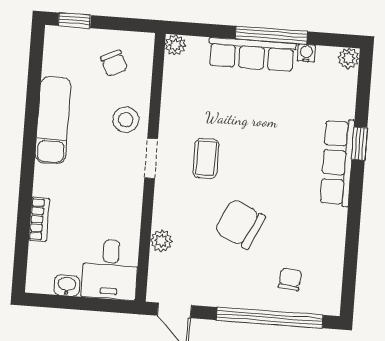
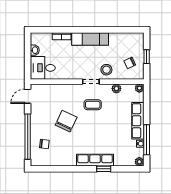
window: (74, 20) -> (147, 57), moved
window: (271, 35) -> (147, 140), moved
exam couch: (53, 120) -> (90, 39), moved
plant: (161, 241) -> (116, 88), moved

